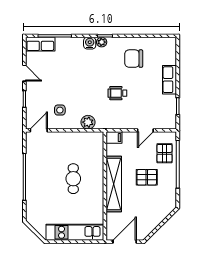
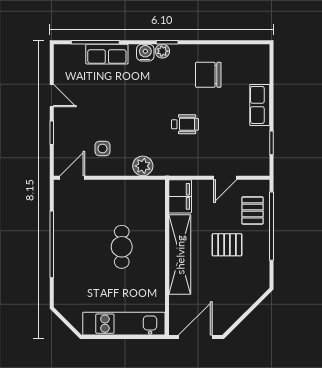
row of seats: (40, 44) -> (107, 54), moved
wheelchair: (117, 93) -> (185, 124), turned 180
filing cabinet: (114, 138) -> (180, 196), width x2.00

